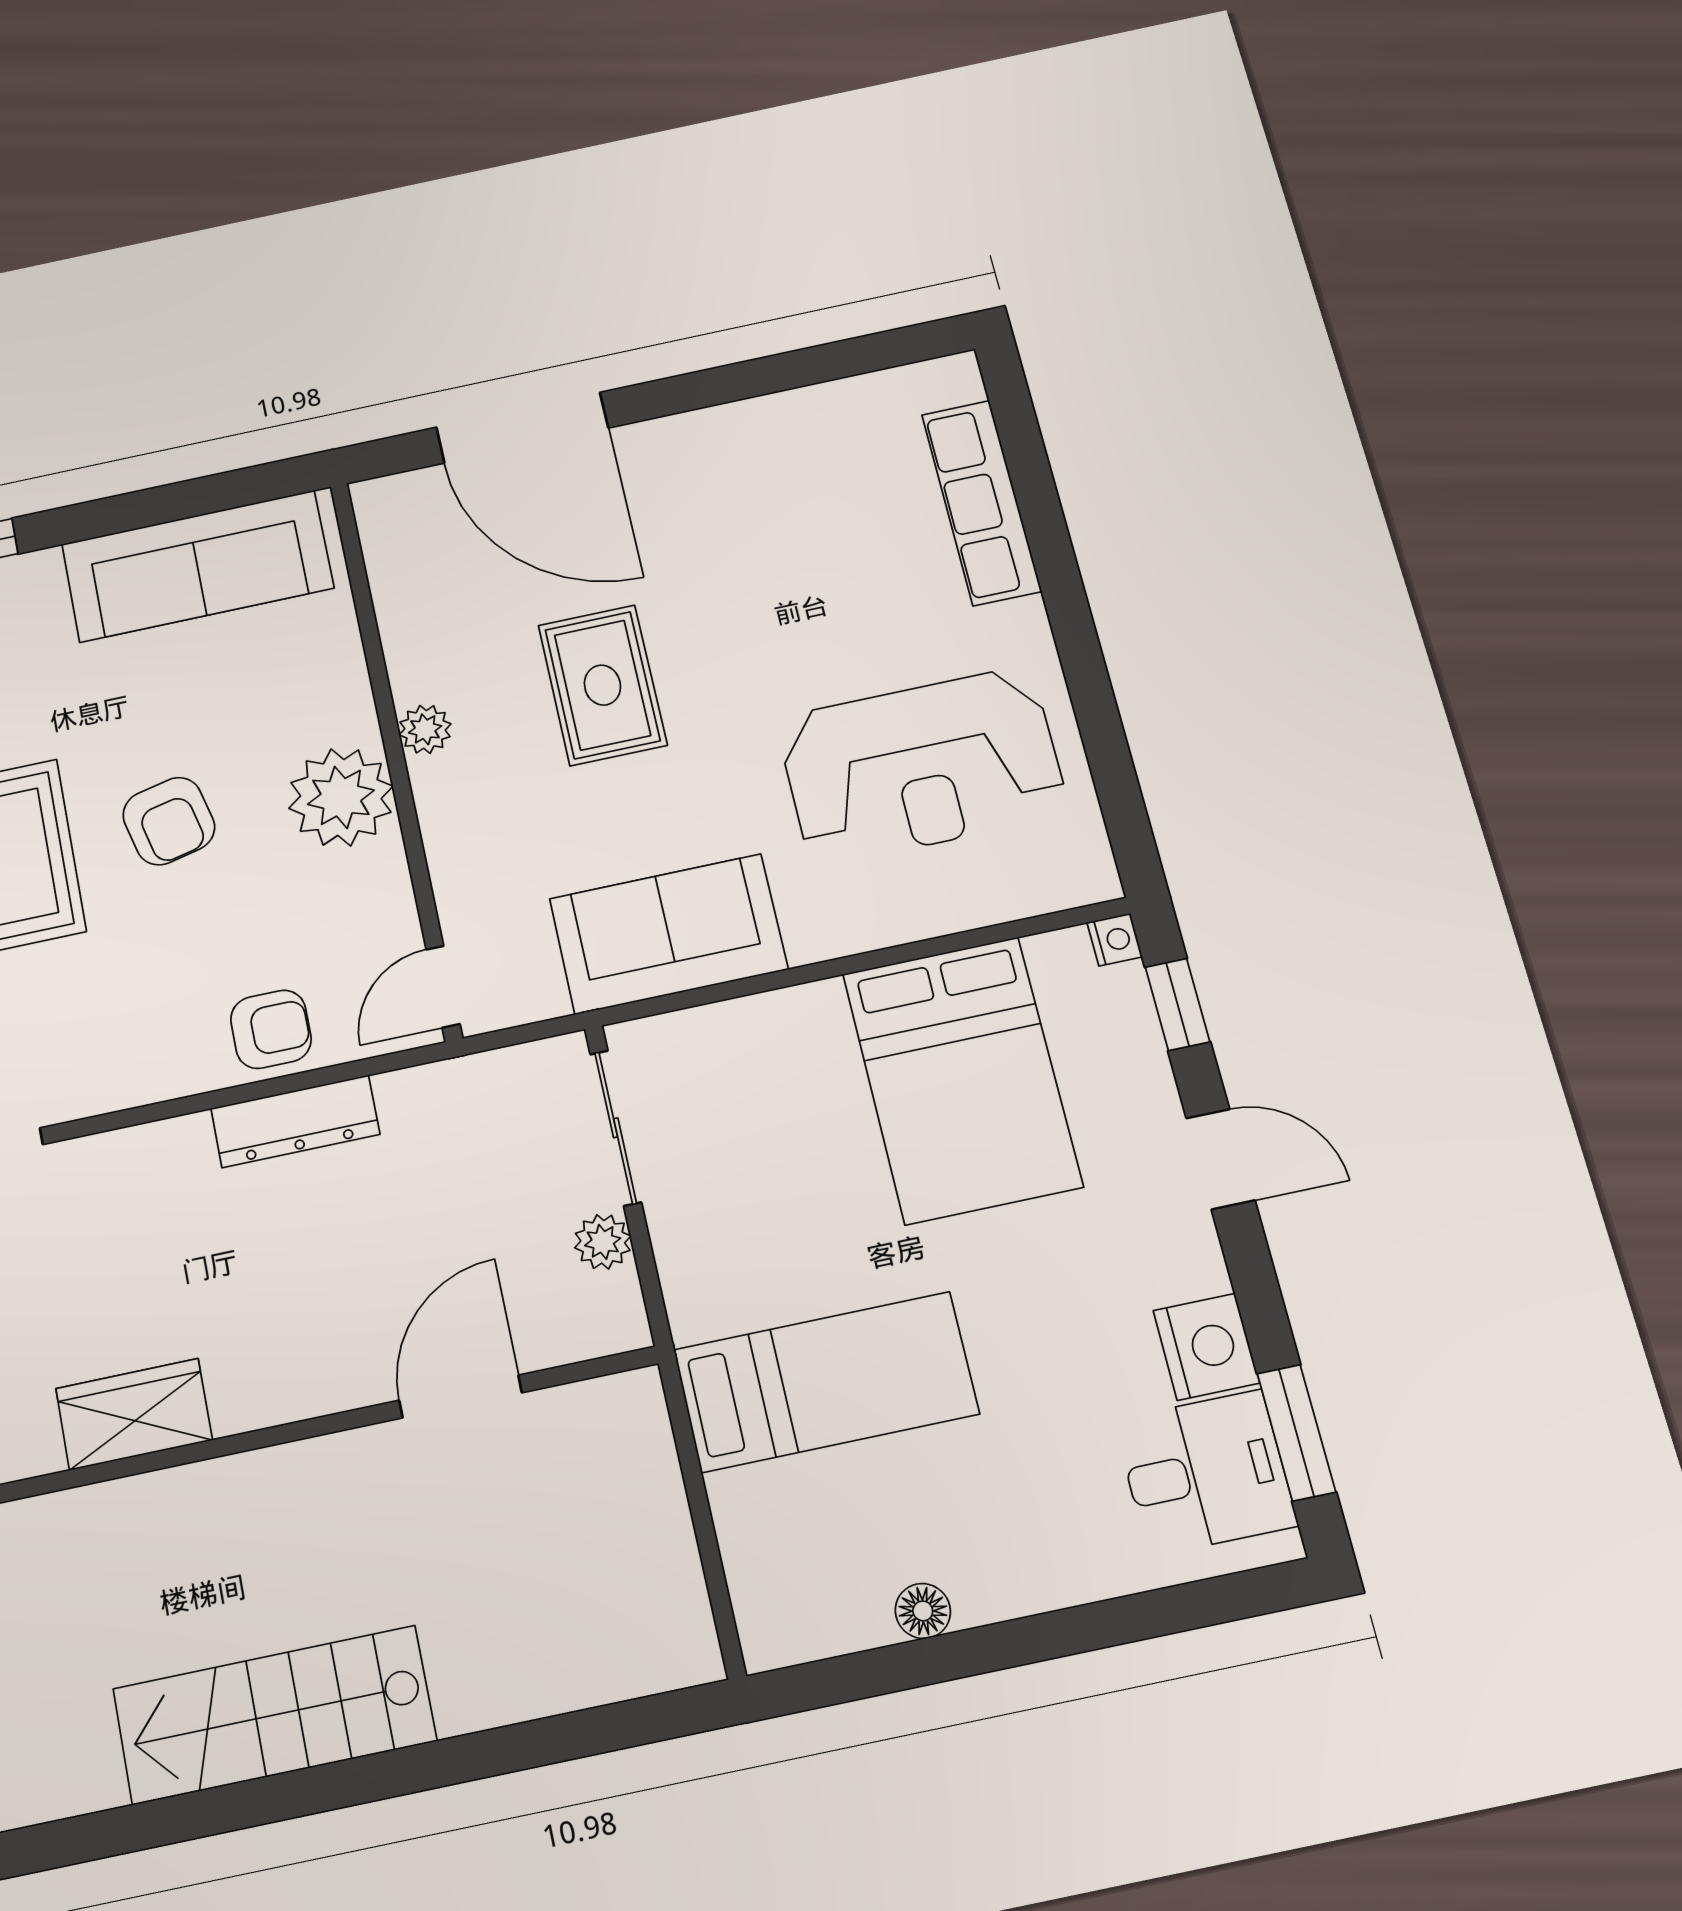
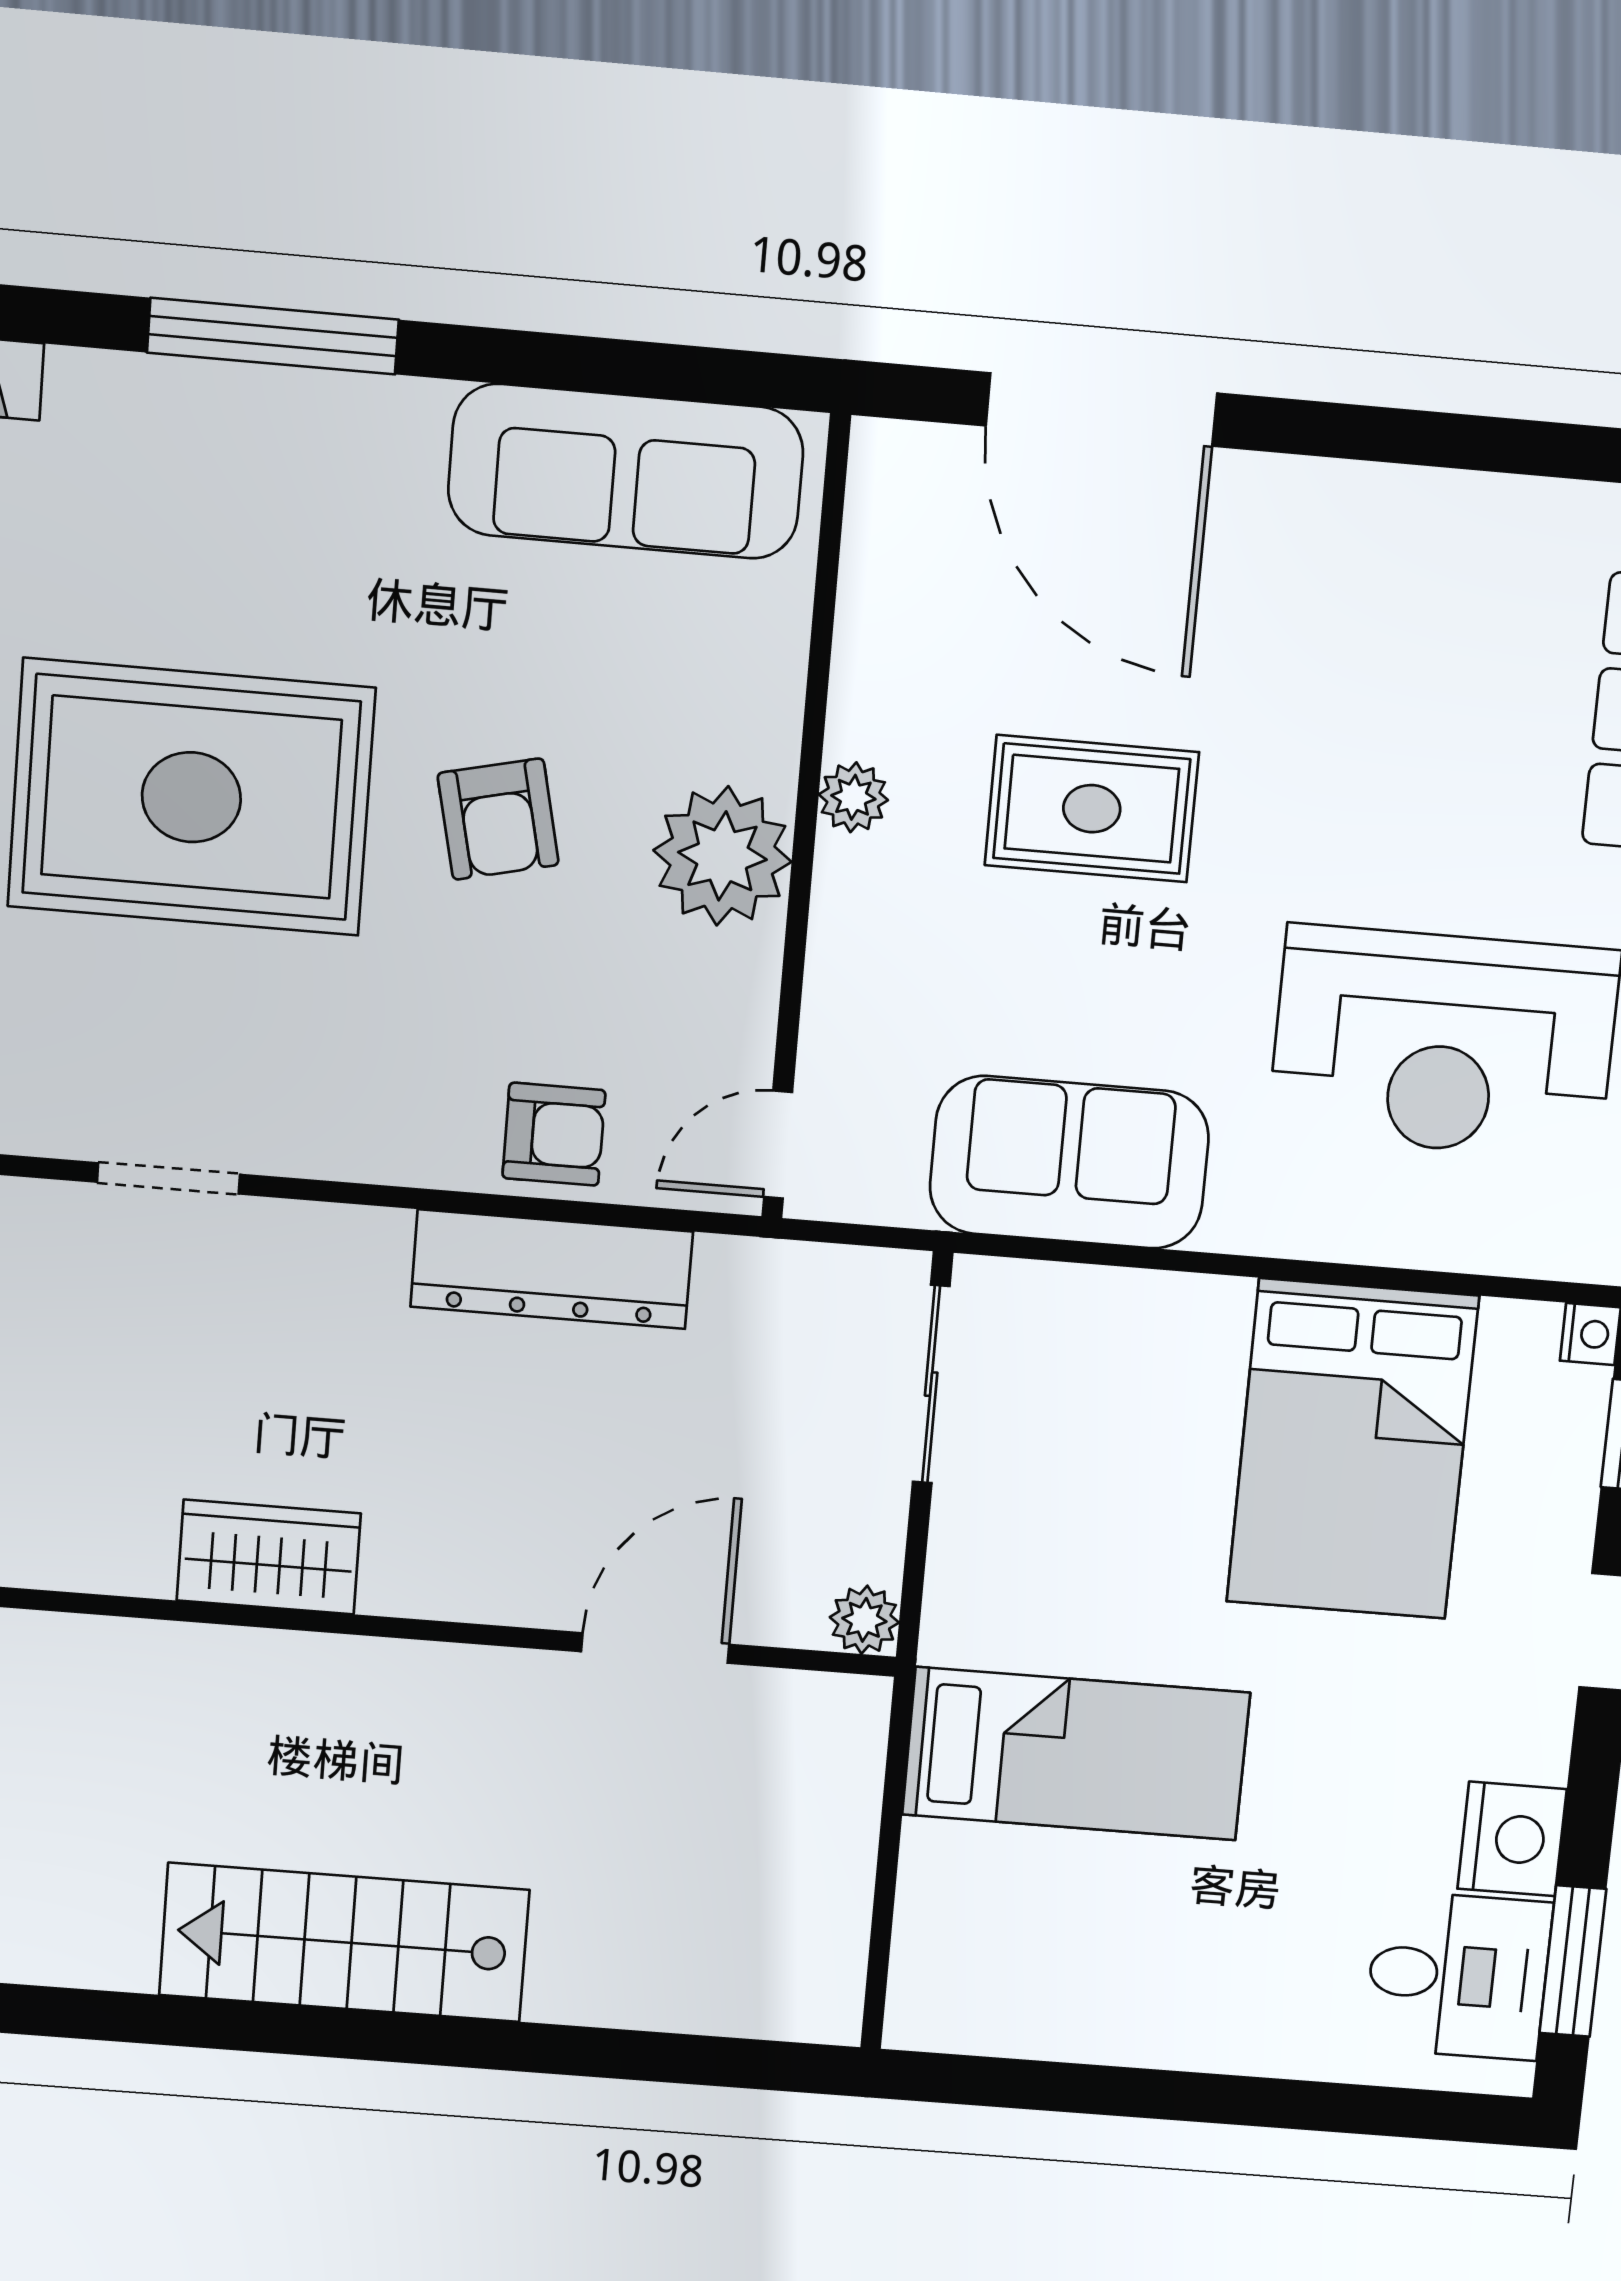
rug: (602, 685) -> (1092, 809), turned 90
dresser: (295, 1121) -> (552, 1269), width x1.37, depth x1.24
plant: (603, 1242) -> (864, 1620), moved
floor lamp: (923, 1611) -> (1097, 2034), removed

